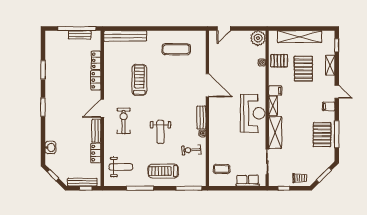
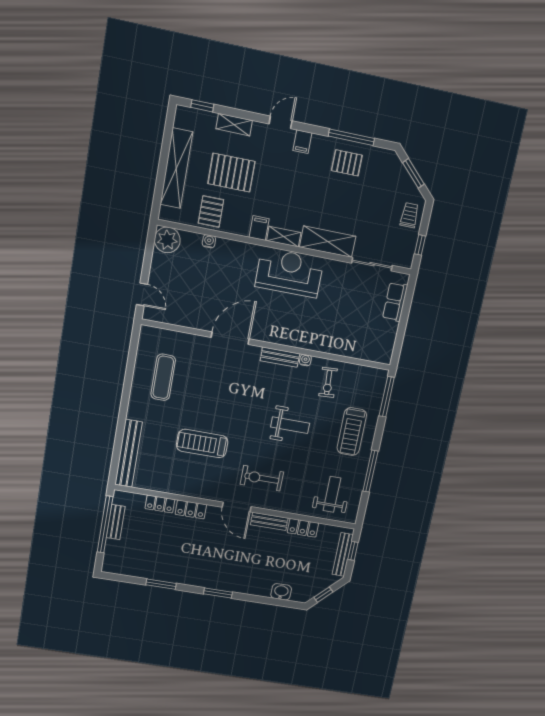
pallet: (322, 135) -> (347, 163), width x0.67, depth x0.71
coffee table: (222, 169) -> (368, 340), removed

